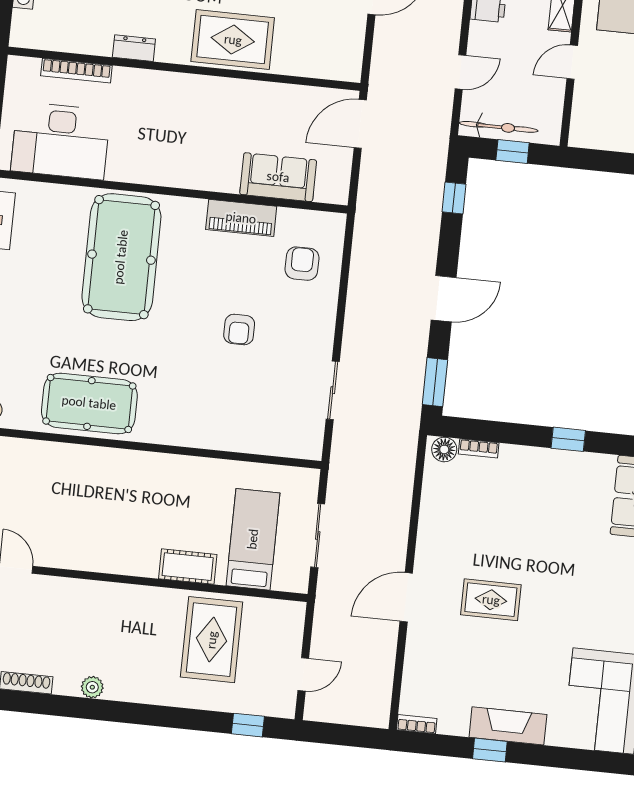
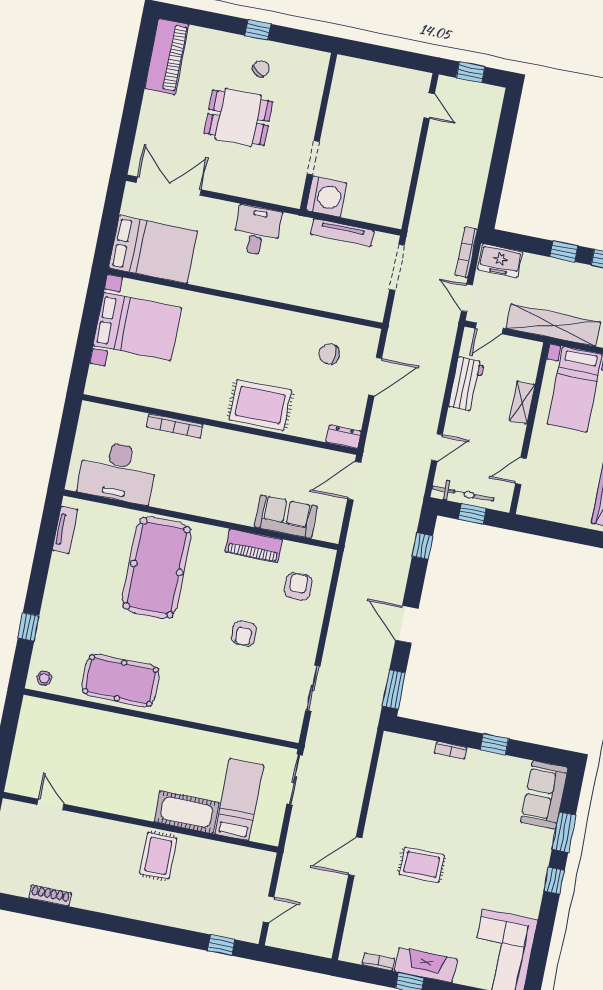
dresser: (134, 48) -> (344, 437), moved
door: (572, 62) -> (521, 471), moved
bookcase: (76, 71) -> (175, 426), moved
door: (444, 299) -> (407, 624), swing flipped
bookcase: (479, 448) -> (451, 750), moved
floor lamp: (444, 449) -> (396, 743), removed
sliding door: (318, 536) -> (295, 779), moved
cot: (188, 567) -> (187, 812), width x1.37, depth x1.34
rug: (212, 640) -> (158, 856), moved, width x0.73, depth x0.70
plant: (92, 687) -> (102, 904), removed
bookcase: (417, 724) -> (379, 962), moved

